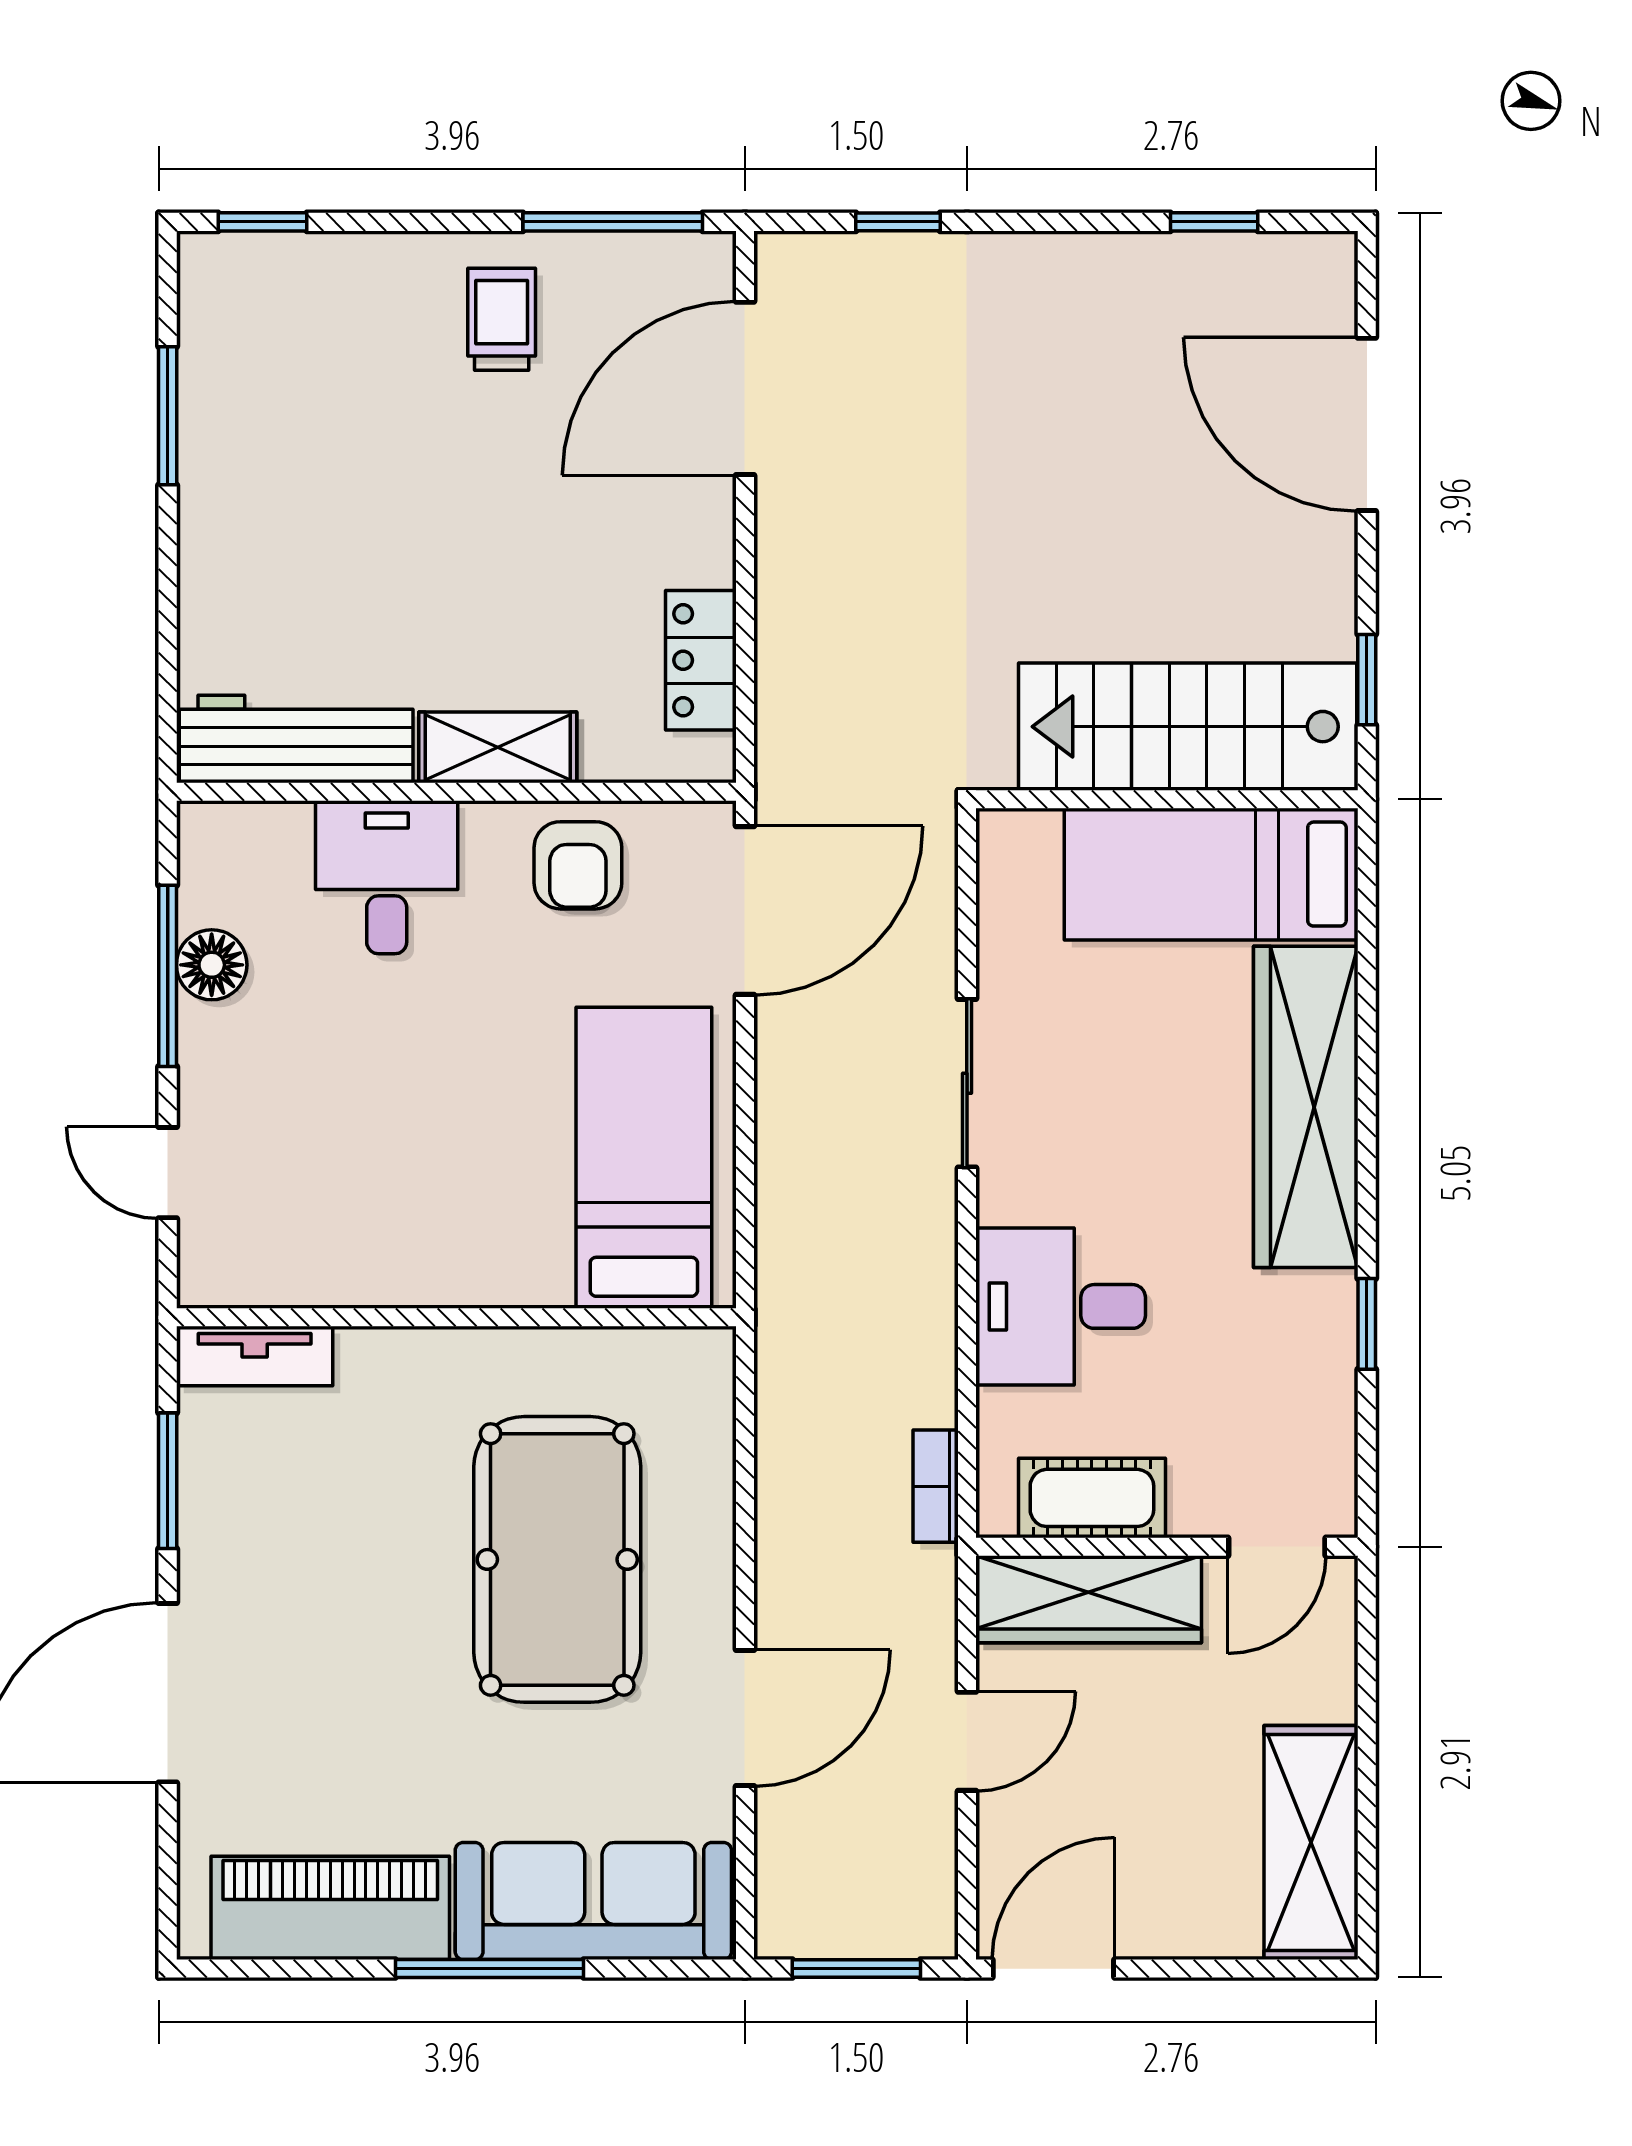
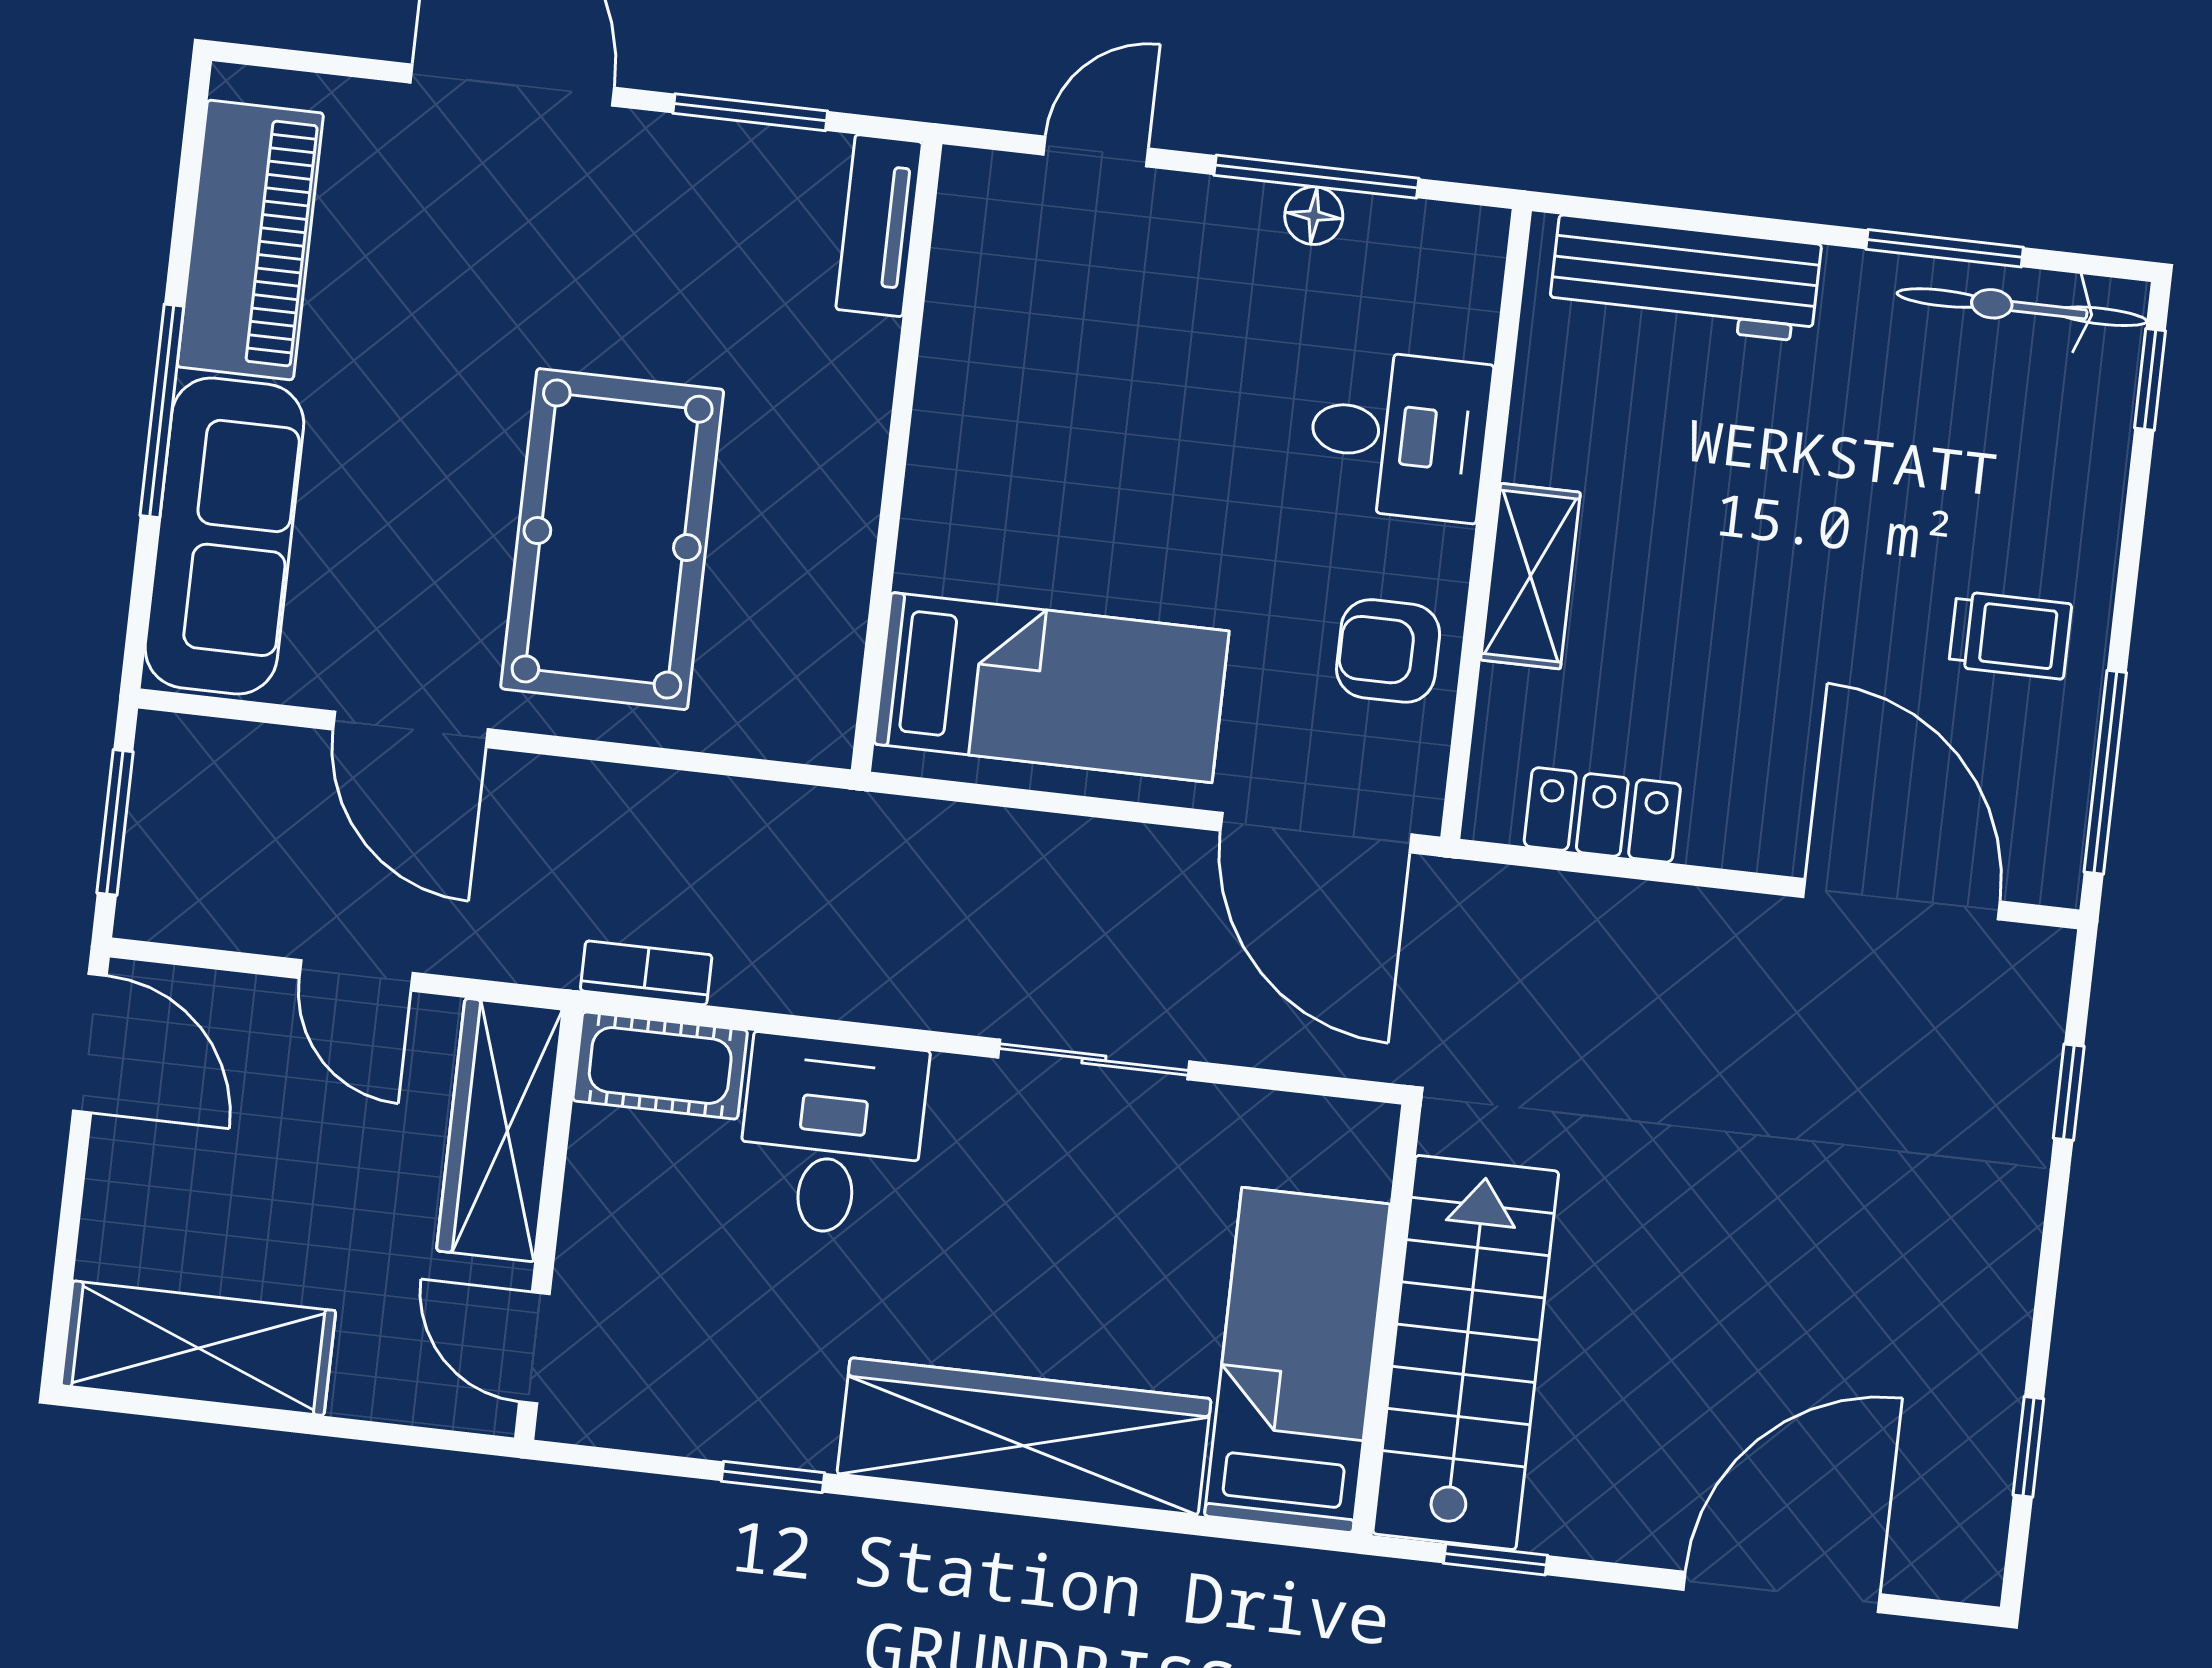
bicycle: (212, 342) -> (2022, 307), added
workbench: (296, 739) -> (1685, 279), moved, turned 90
floor lamp: (212, 965) -> (1314, 216), width x0.73, depth x0.73
cot: (1092, 1498) -> (660, 1066), moved, turned 90
pool table: (557, 1559) -> (612, 539), turned 90

